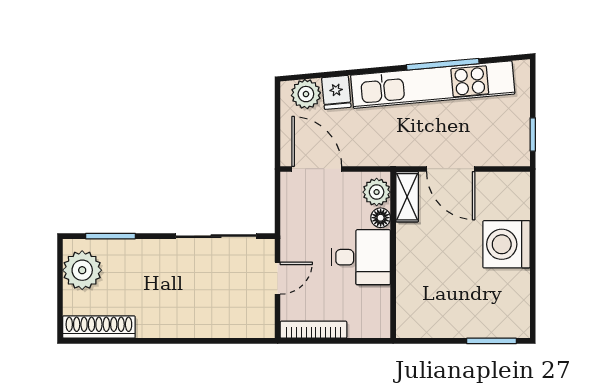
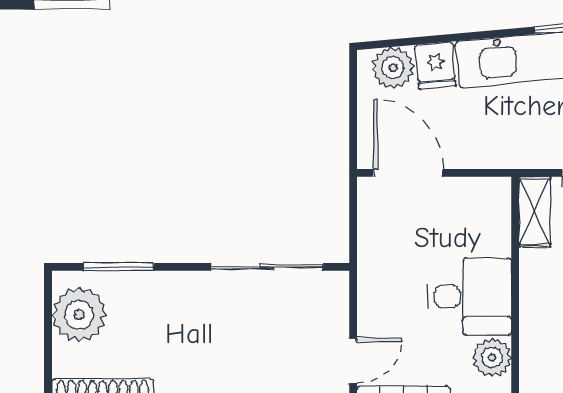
plant: (377, 192) -> (492, 357), moved
floor lamp: (381, 218) -> (498, 241), removed
door: (278, 278) -> (353, 361), moved

